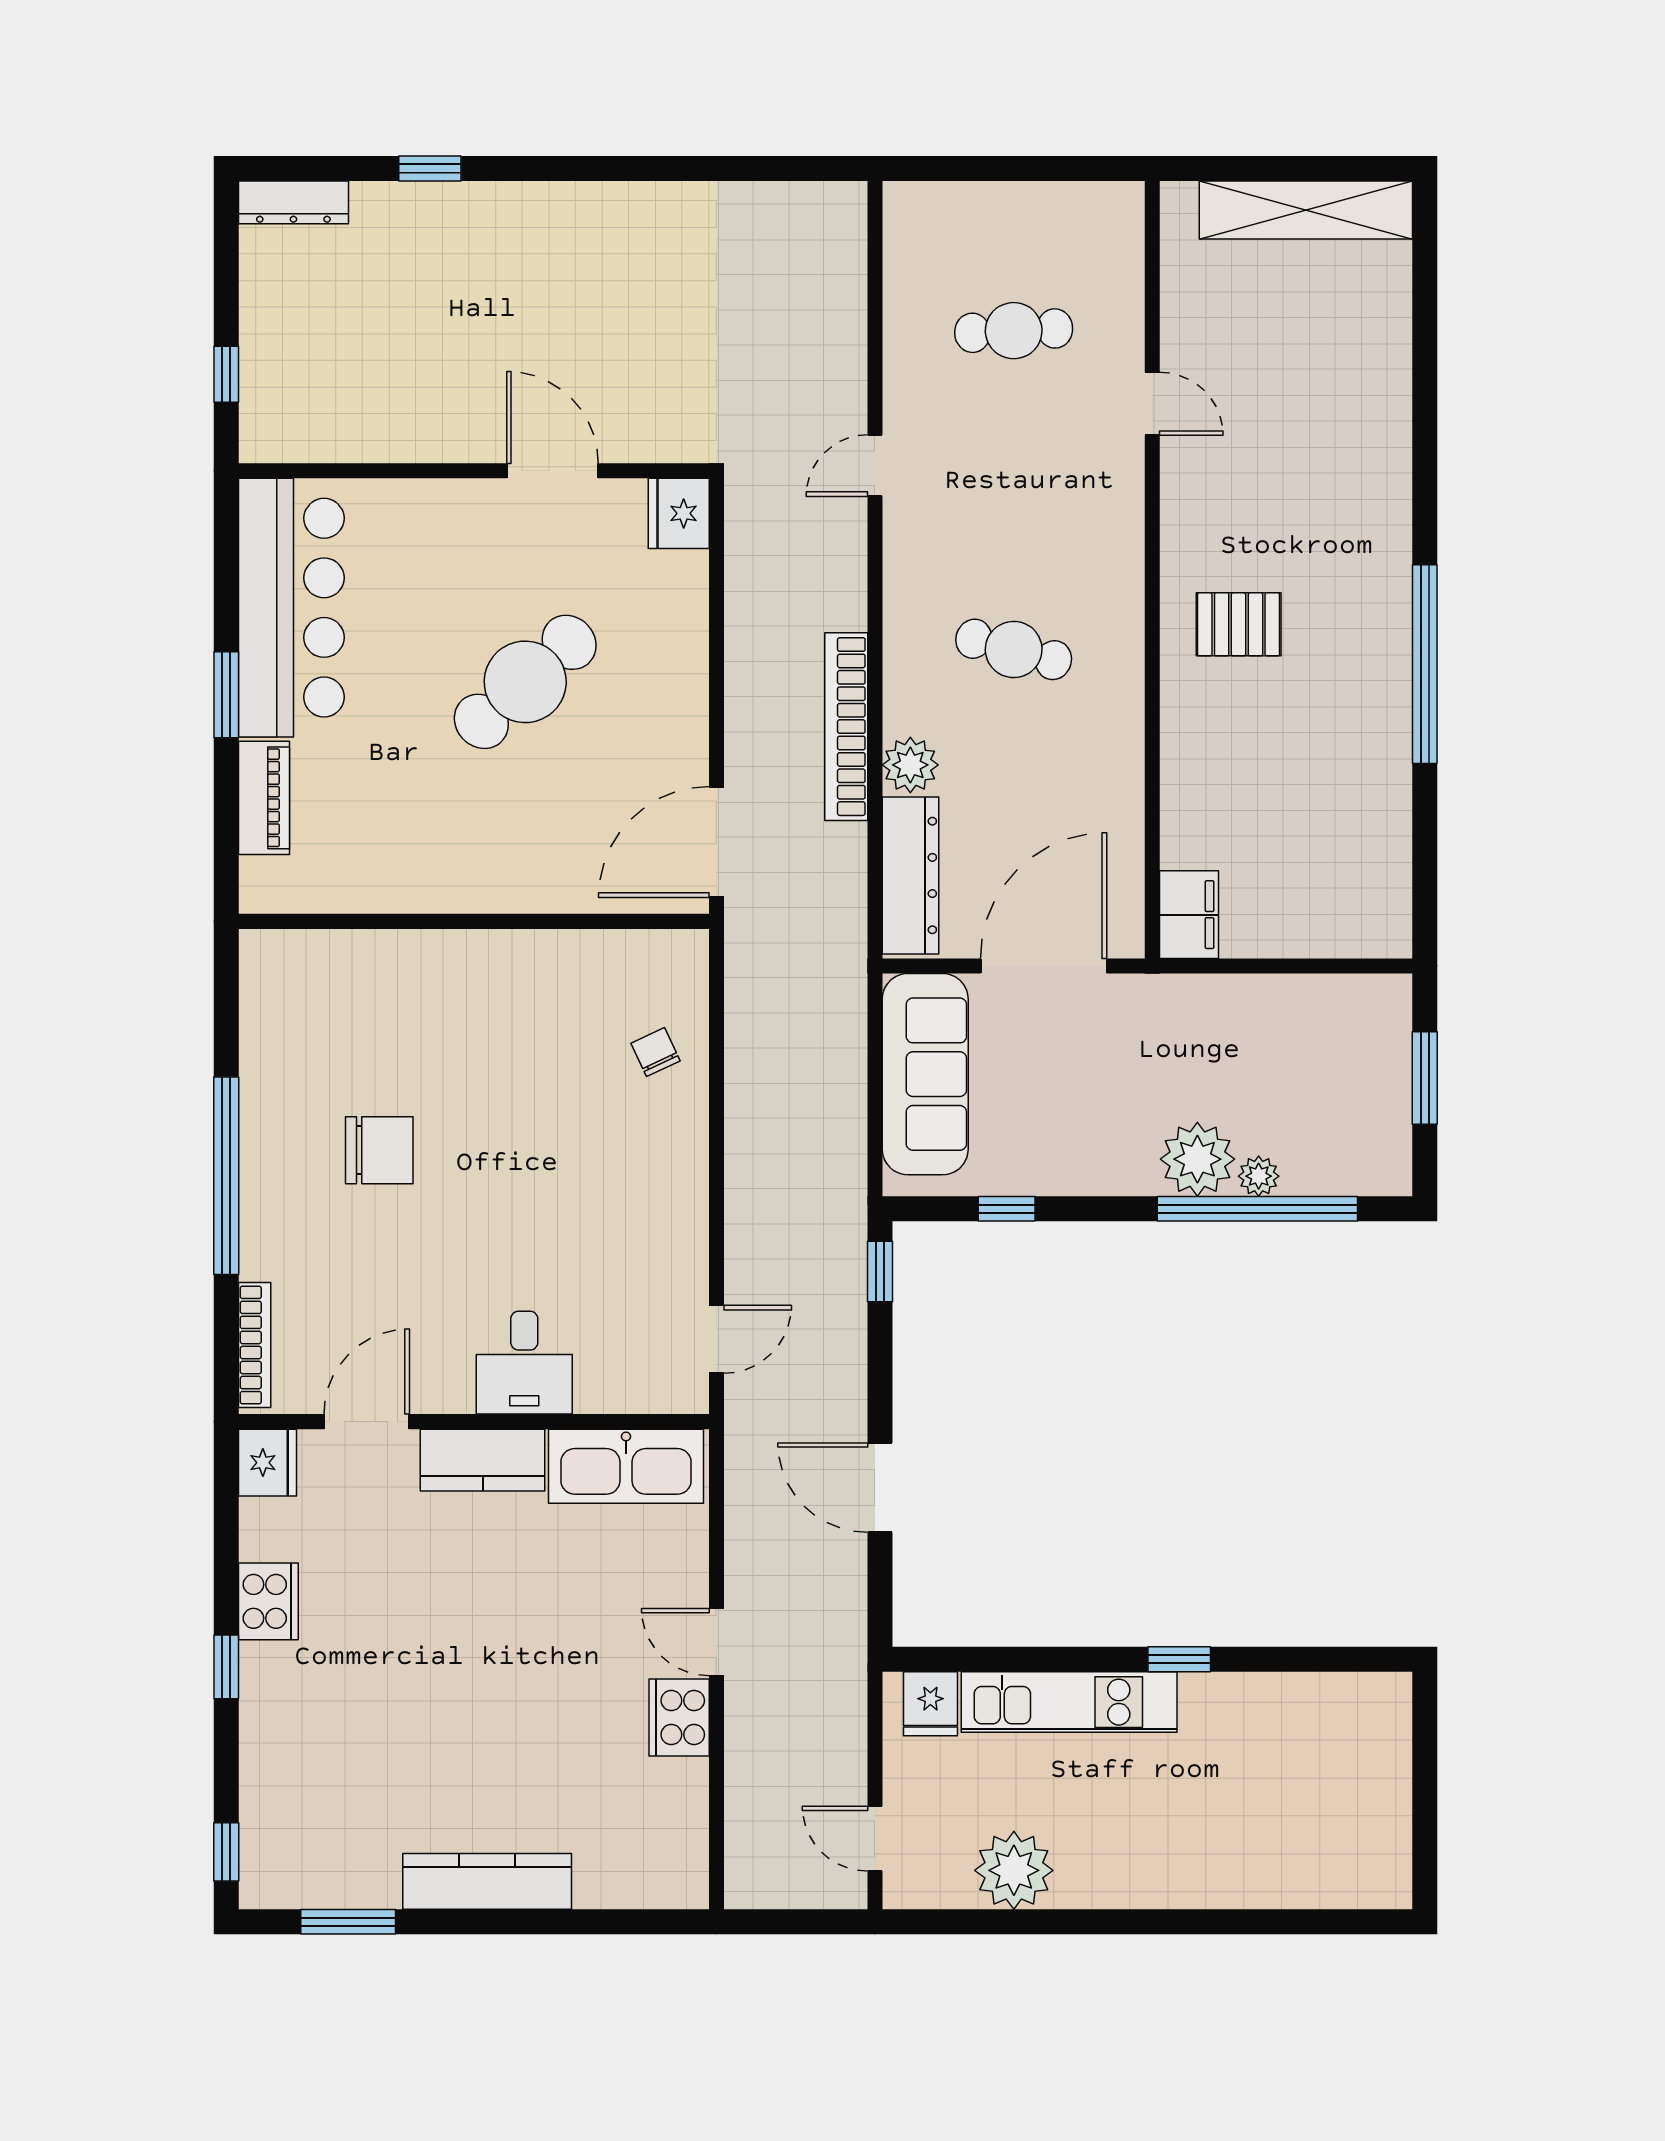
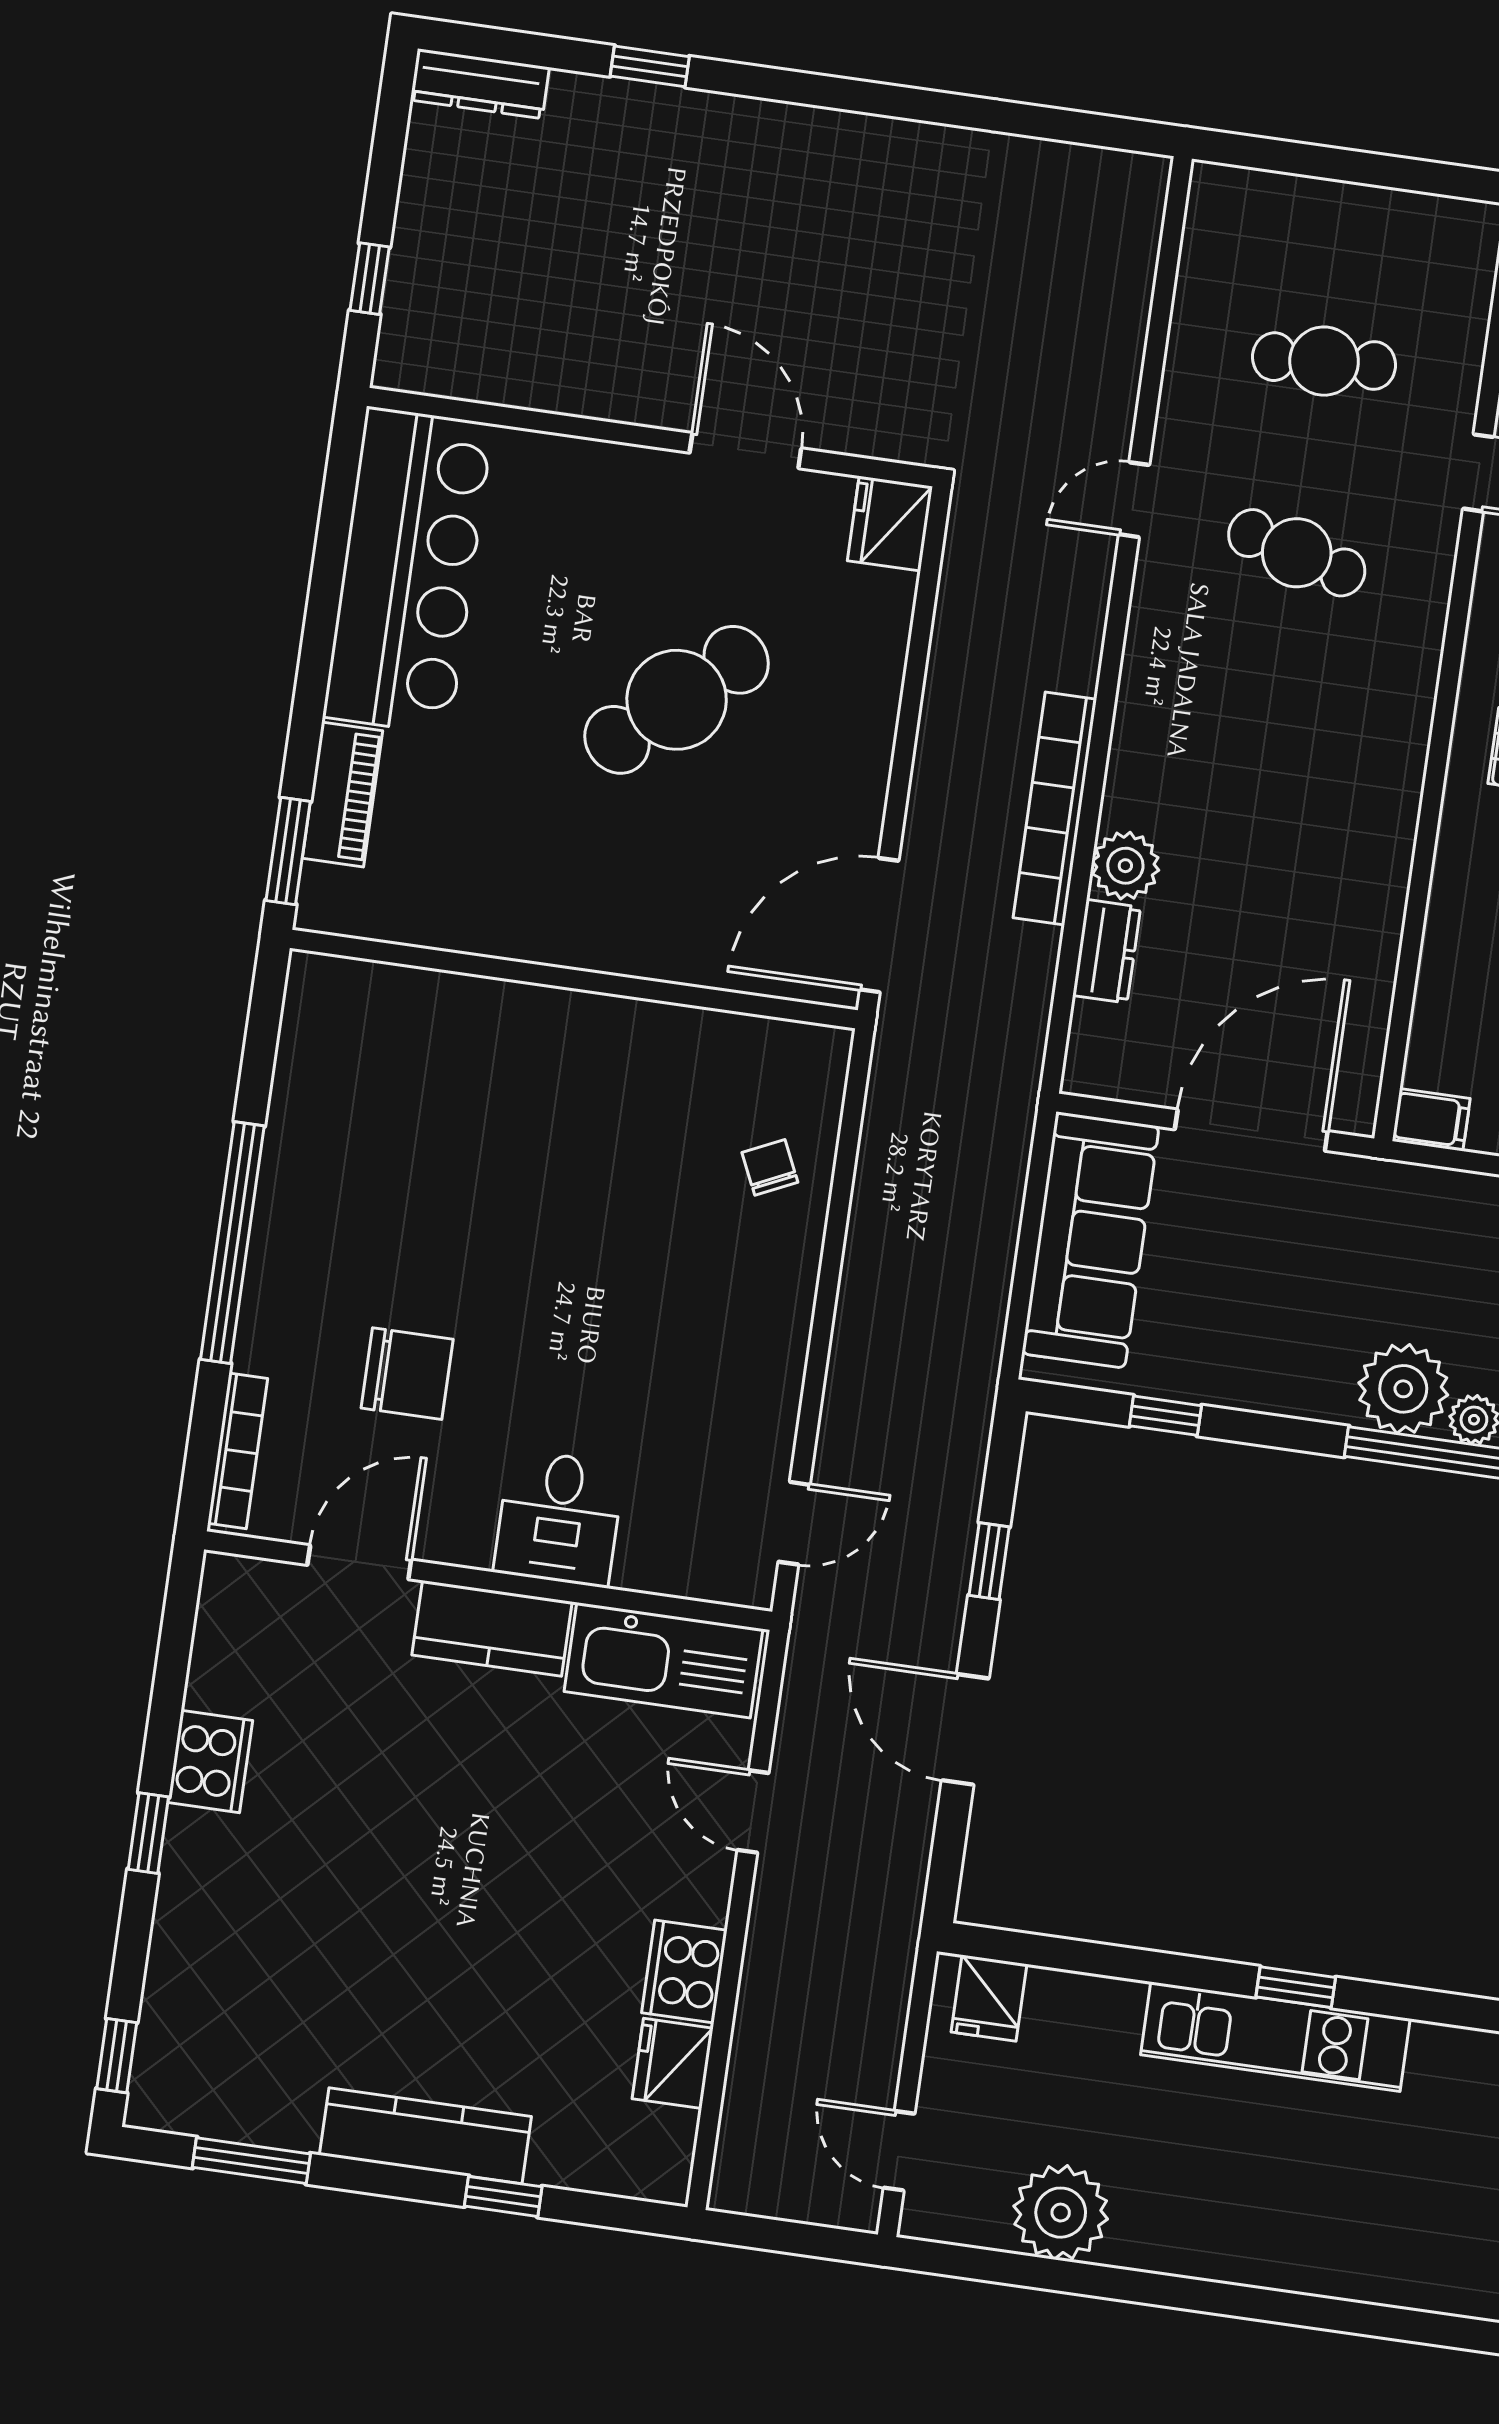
cafe table: (1014, 649) -> (1297, 553), moved
window: (226, 695) -> (288, 851), moved
dresser: (910, 875) -> (1107, 951), width x0.51, depth x0.80
filing cabinet: (1189, 915) -> (1431, 1120), width x0.50
chair: (379, 1150) -> (407, 1374), moved
window: (880, 1272) -> (989, 1561), moved
fridge: (267, 1463) -> (673, 2063), moved, turned 180
door: (716, 1642) -> (753, 1812), moved
kitchen unit: (1069, 1702) -> (1275, 2037), moved
window: (557, 1922) -> (503, 2196), added

